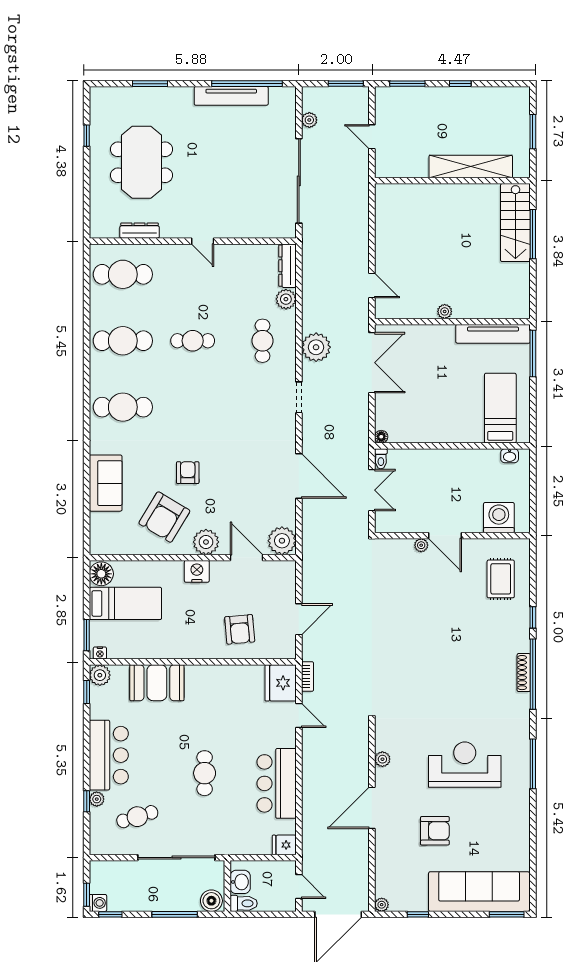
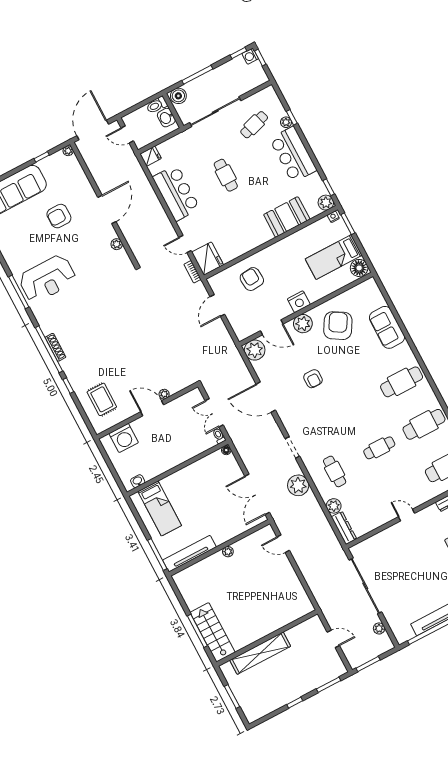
armchair: (188, 473) -> (313, 379), moved
reception desk: (465, 765) -> (47, 279), moved

